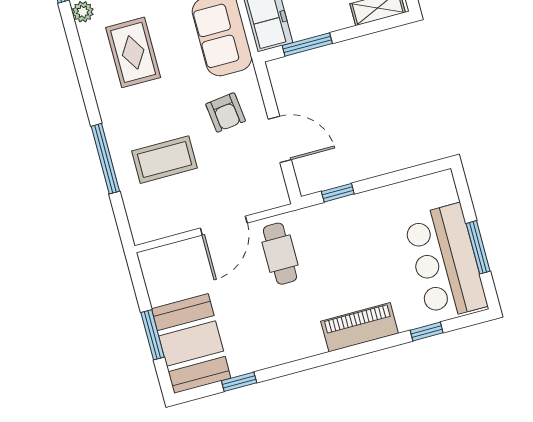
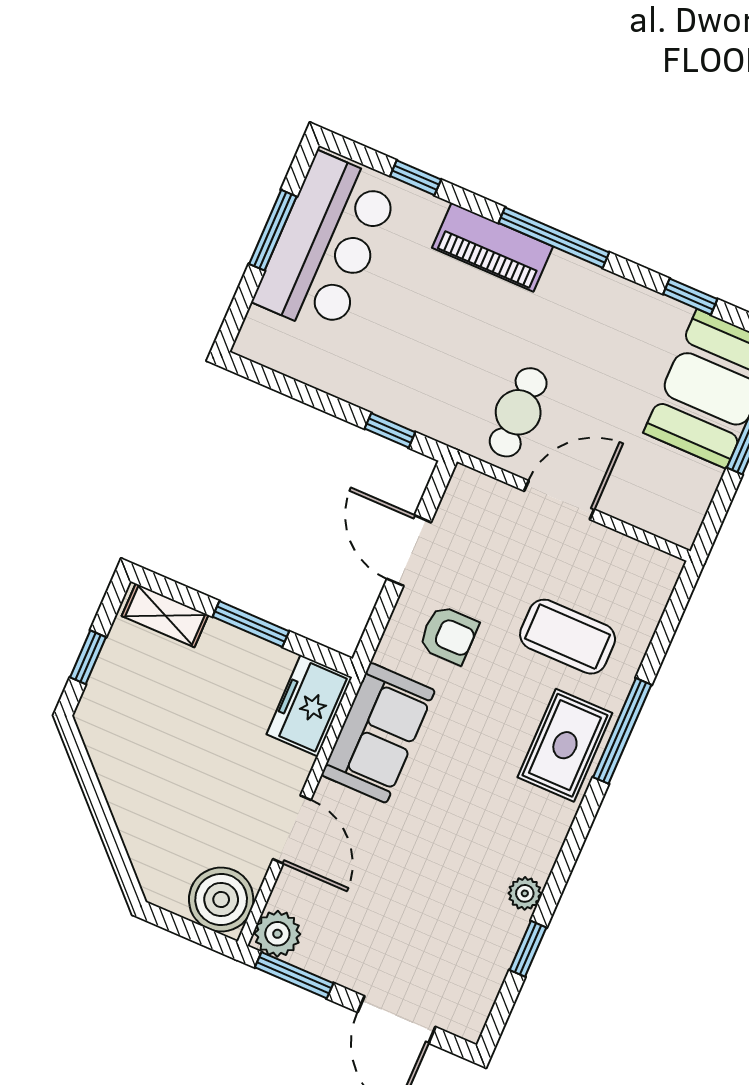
window: (307, 45) -> (251, 624), moved
rug: (133, 52) -> (565, 745), moved
armchair: (226, 112) -> (449, 635), turned 97
window: (105, 159) -> (622, 731), moved
window: (332, 357) -> (554, 238), added

